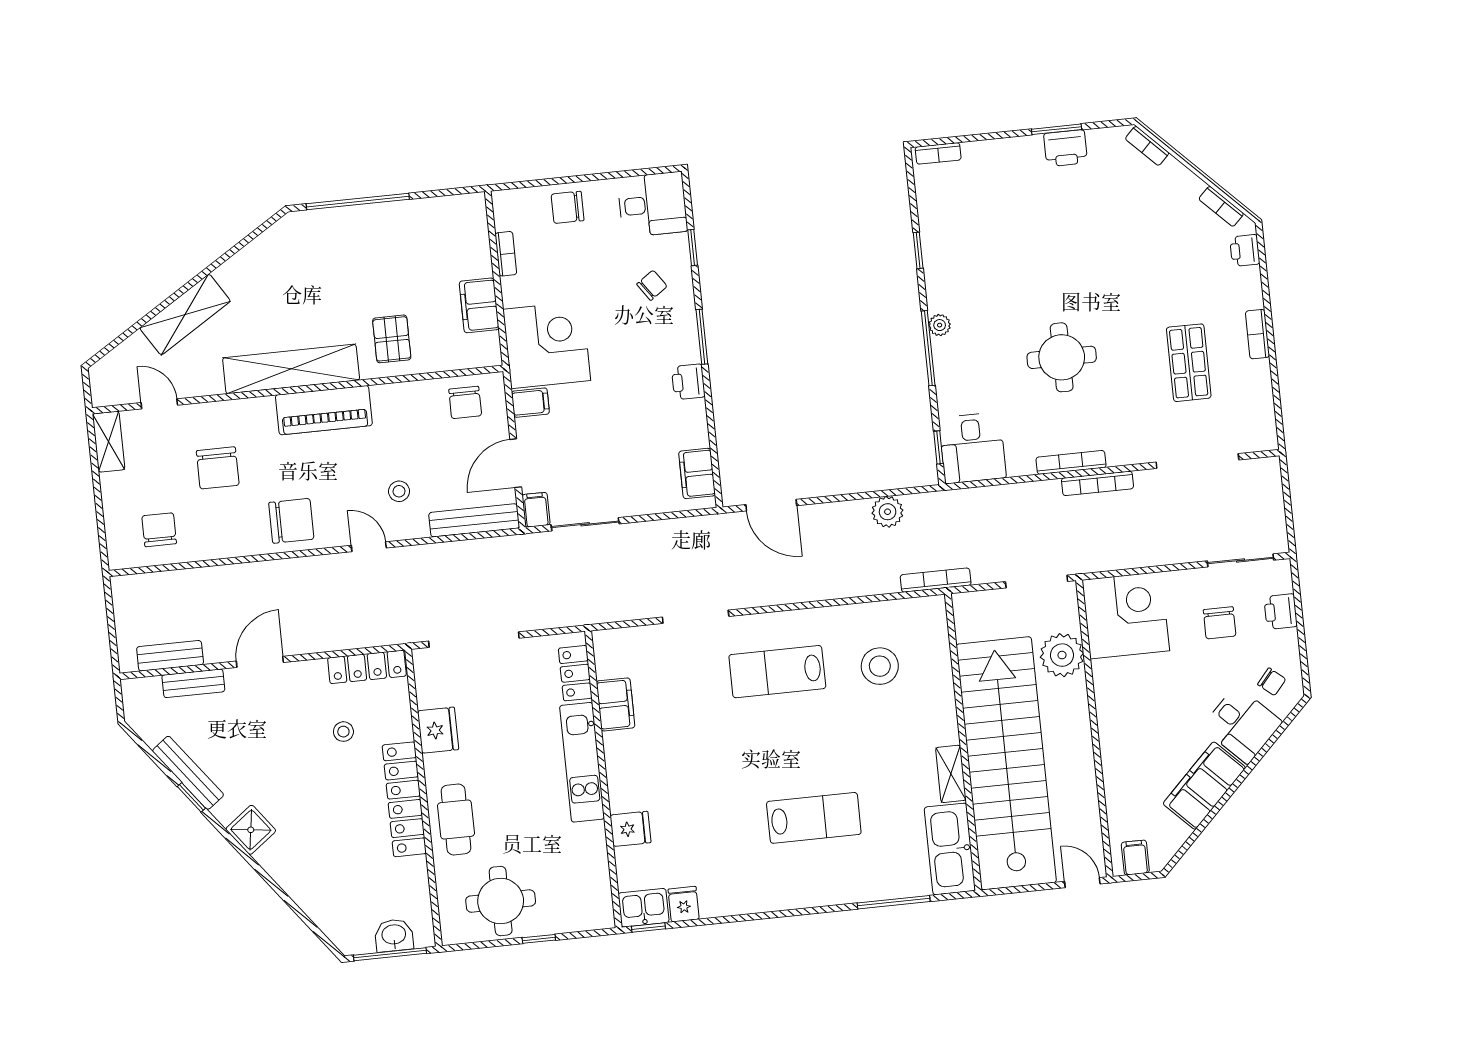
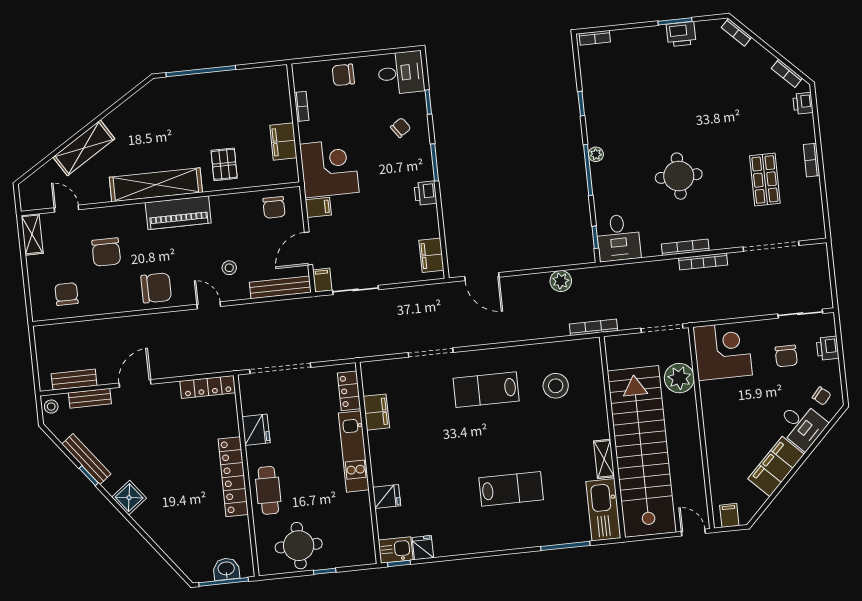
stool: (343, 732) -> (51, 407), moved

